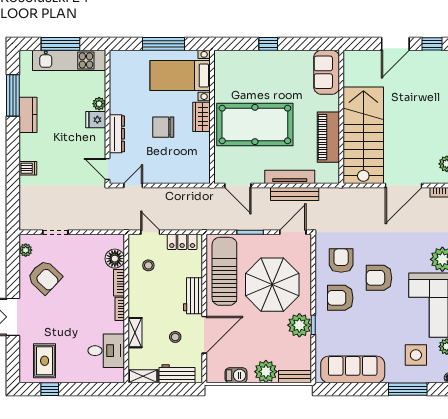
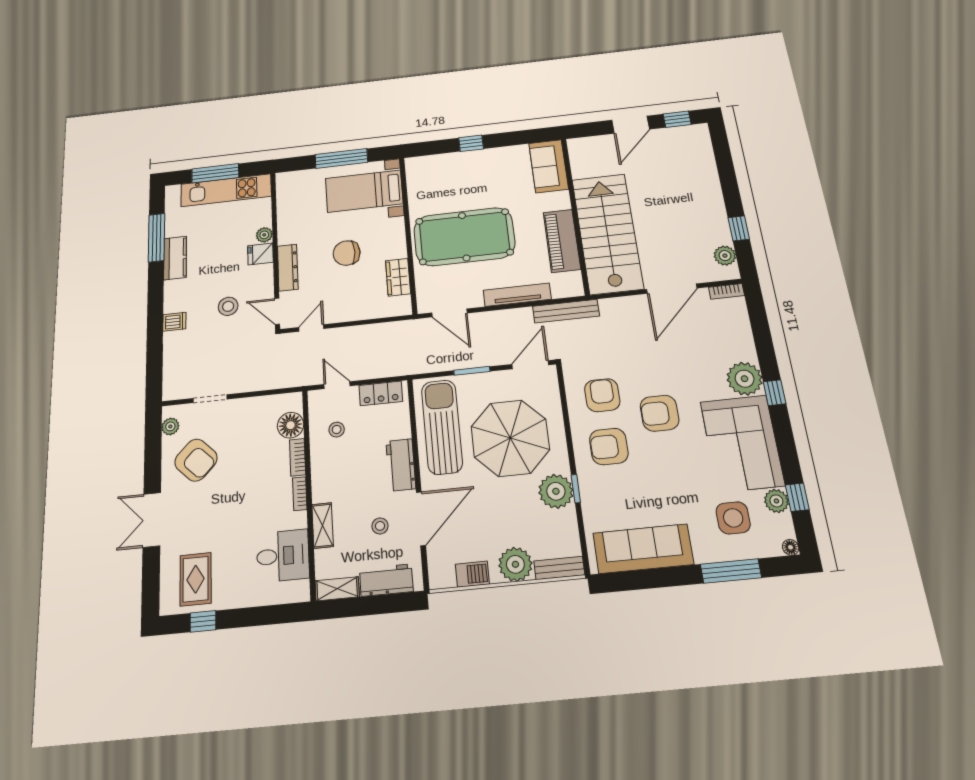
wardrobe: (202, 117) -> (398, 277), moved
stool: (70, 160) -> (228, 306), added
bench: (295, 194) -> (566, 311), moved

